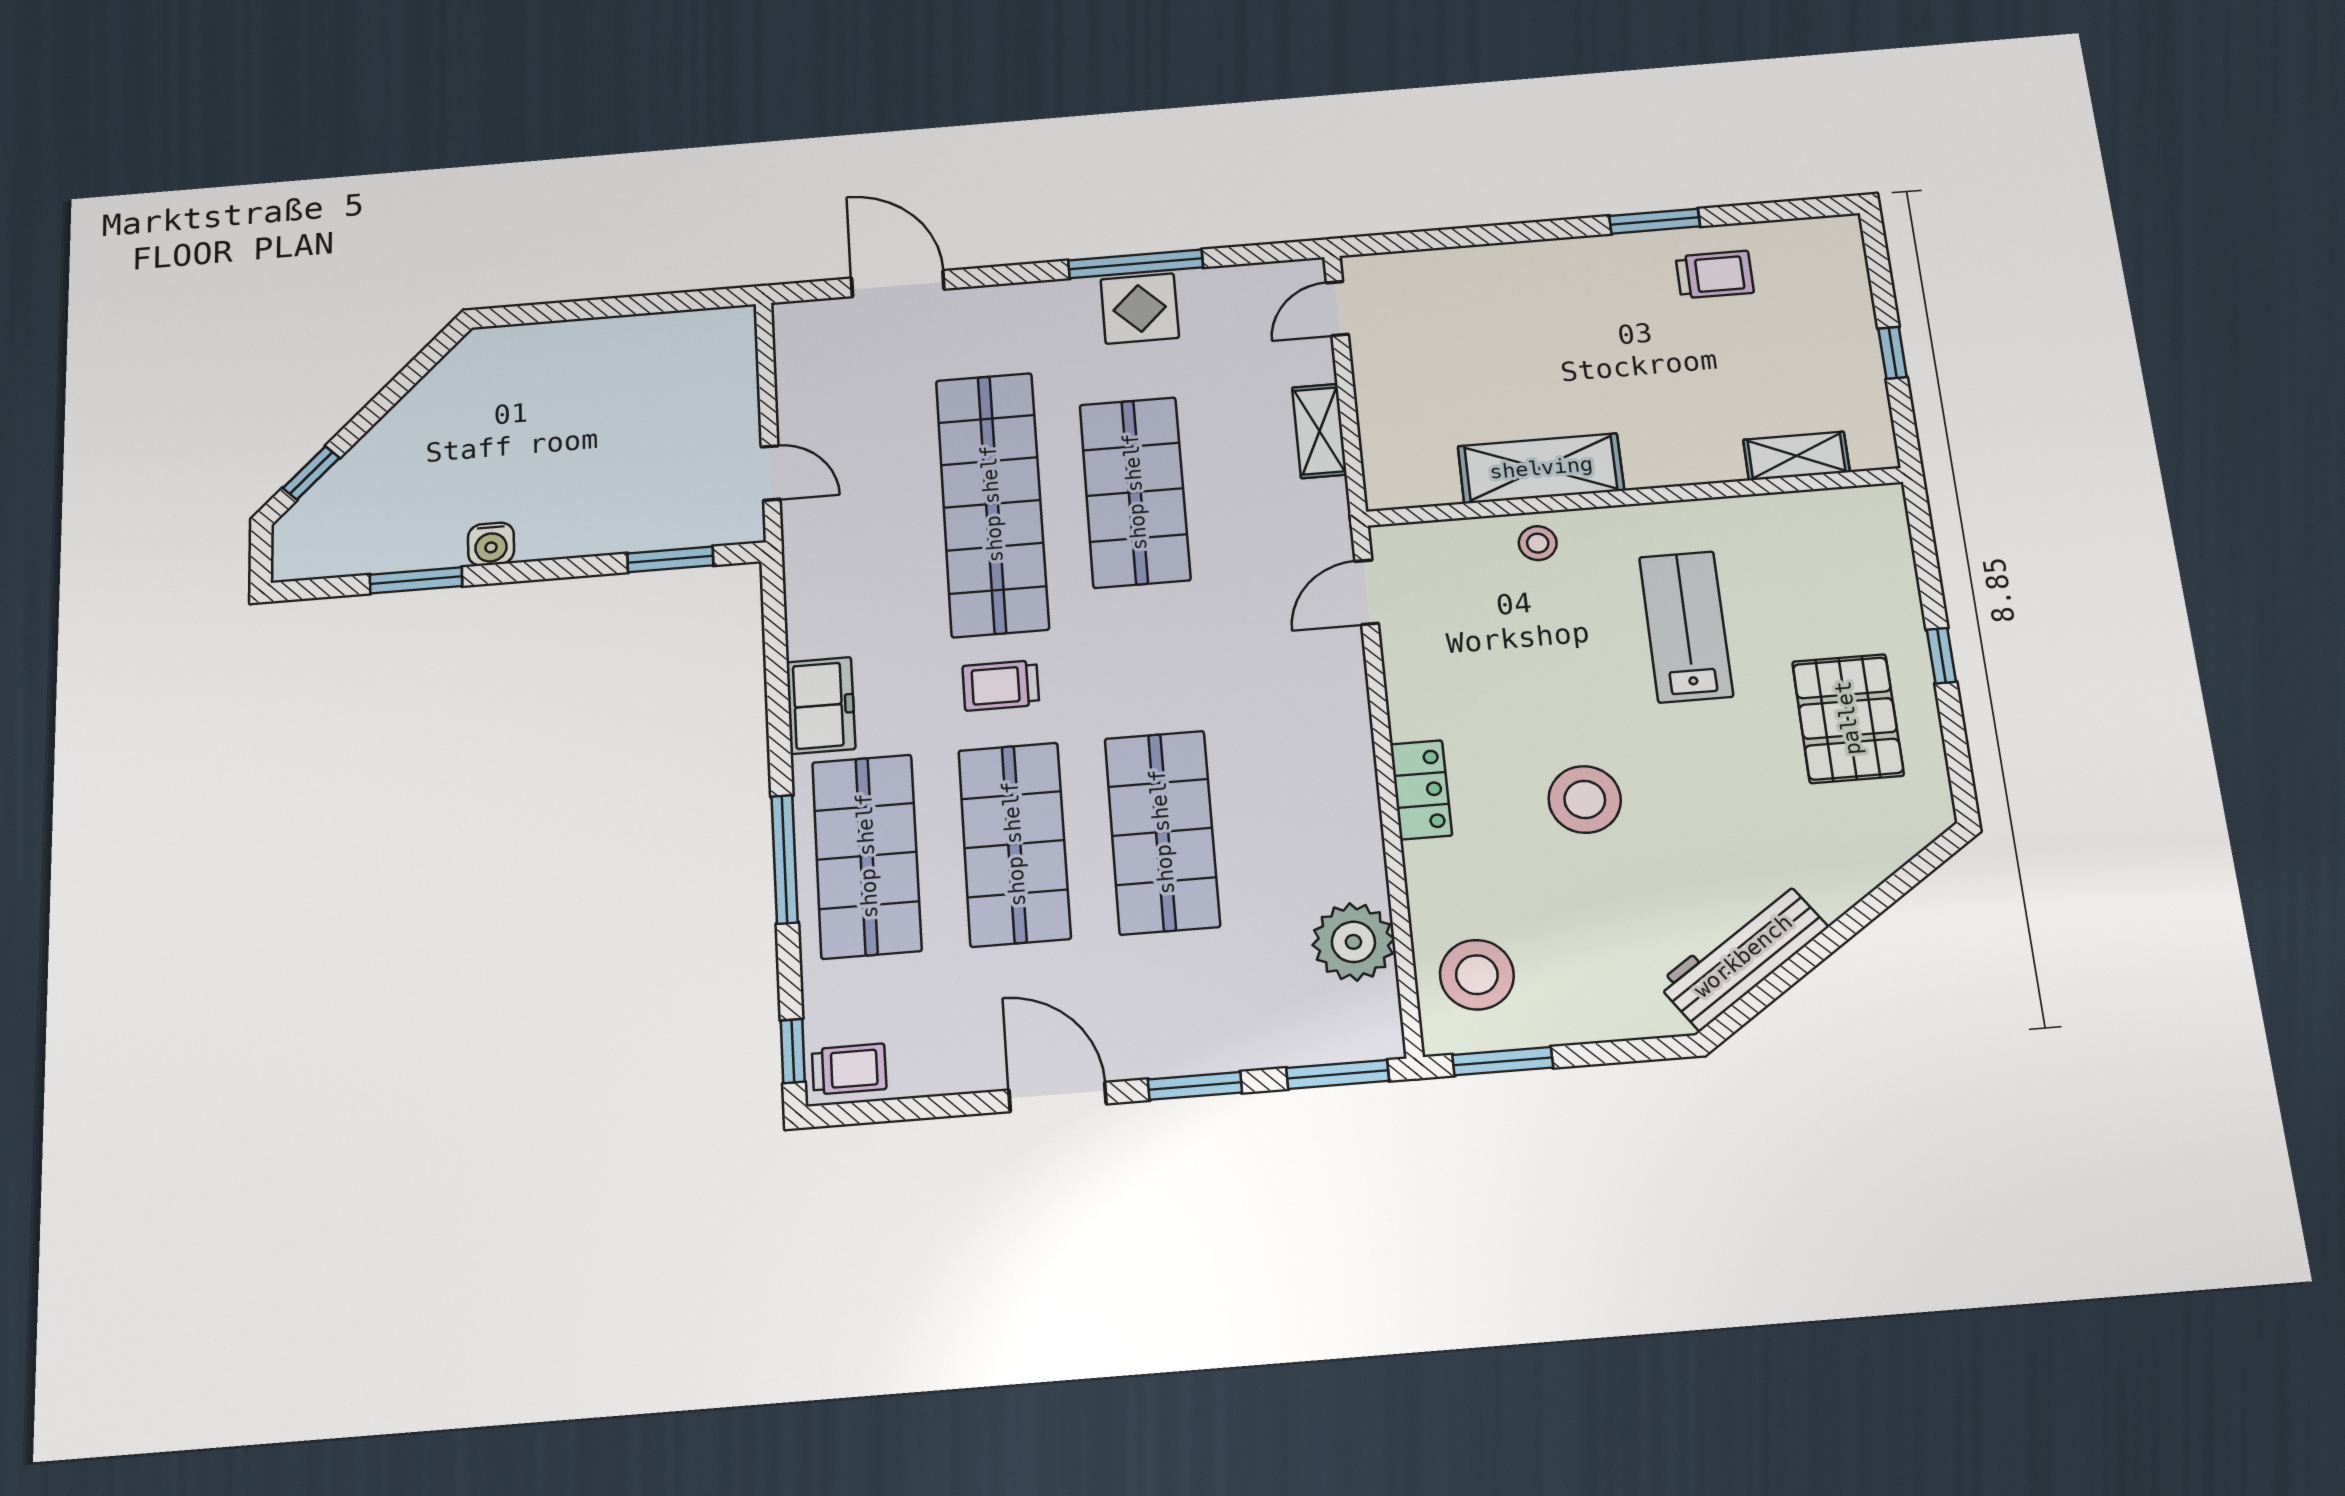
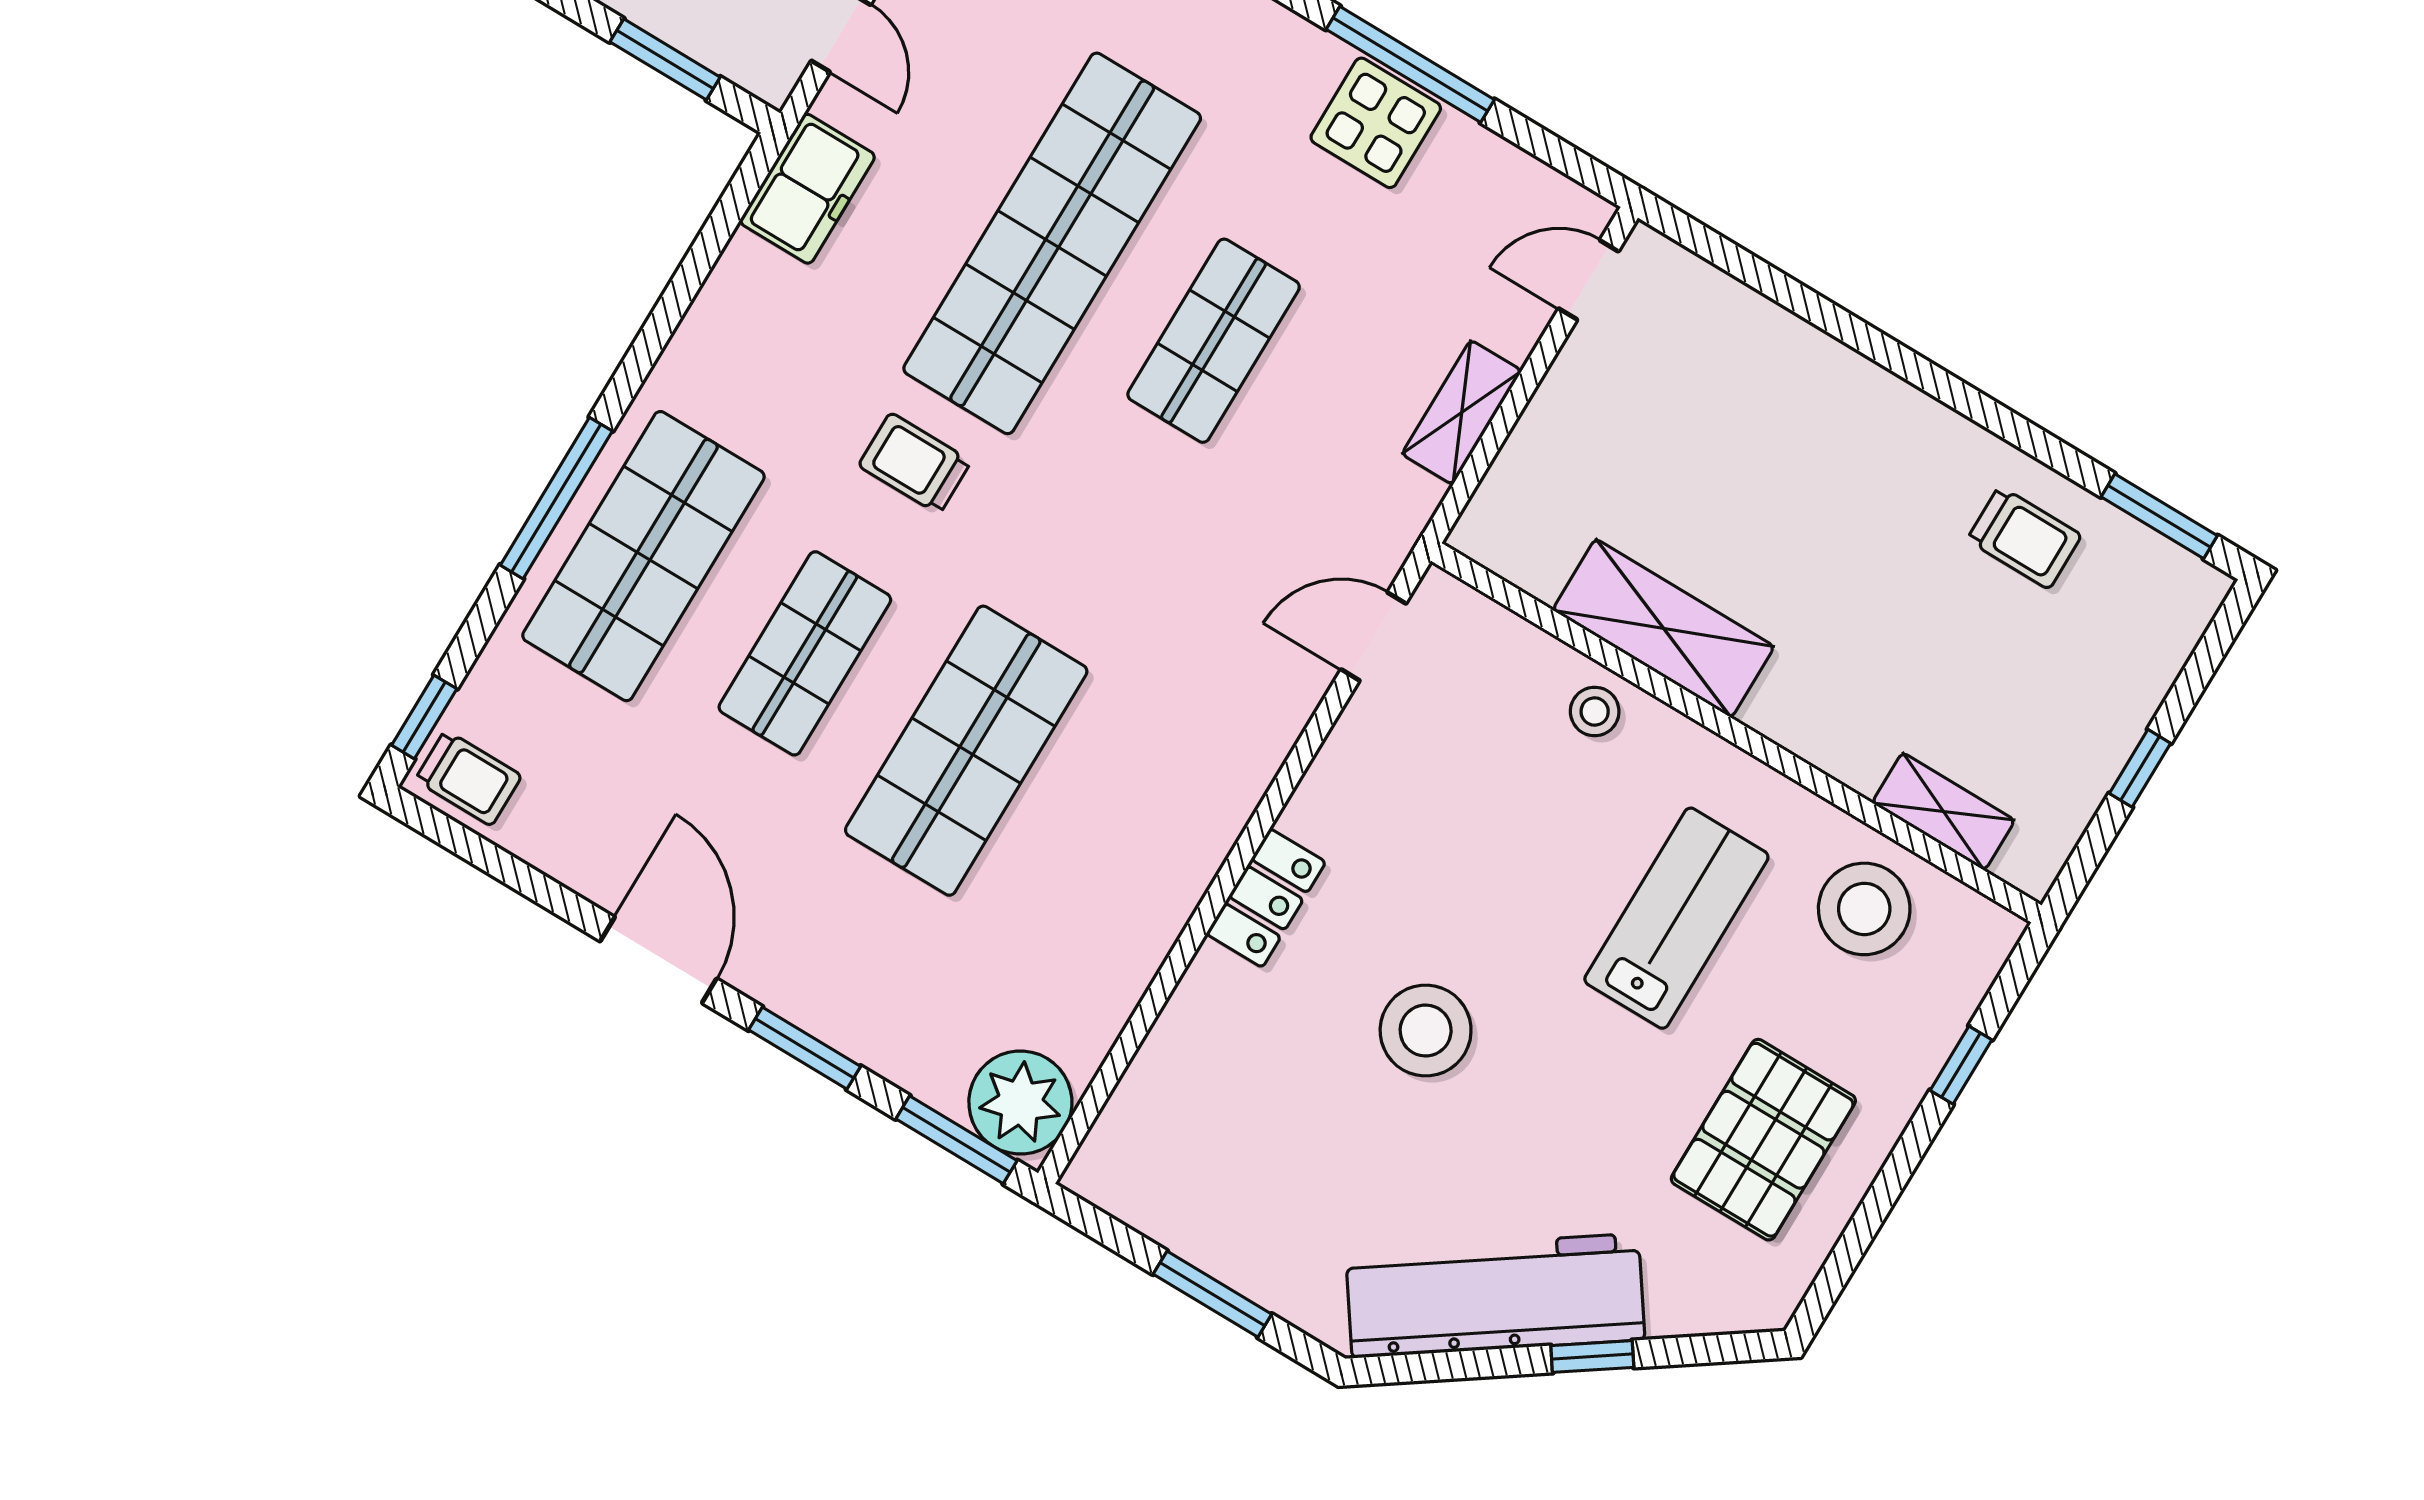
window: (1655, 221) -> (2159, 516), moved
shop shelf: (1135, 492) -> (1214, 341), width x0.70, depth x0.74
window: (1941, 656) -> (1961, 1065), moved
freezer: (821, 706) -> (807, 189), moved
shop shelf: (1014, 844) -> (805, 653), width x0.70, depth x0.74
window: (1851, 923) -> (1592, 1357), added
plant: (1353, 942) -> (1020, 1103), moved
workbench: (1743, 956) -> (1495, 1296), width x1.36, depth x1.32
stool: (1477, 975) -> (1864, 909), moved
window: (1503, 1061) -> (1212, 1294), moved

